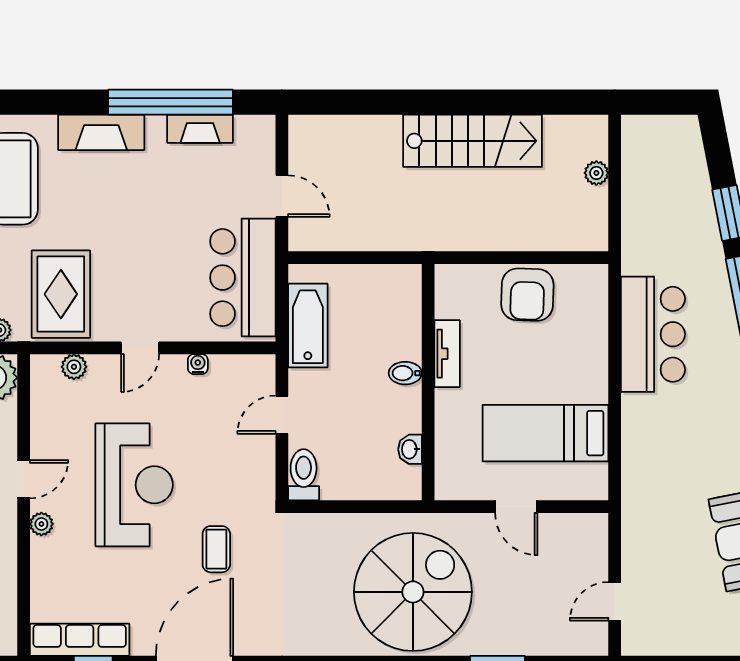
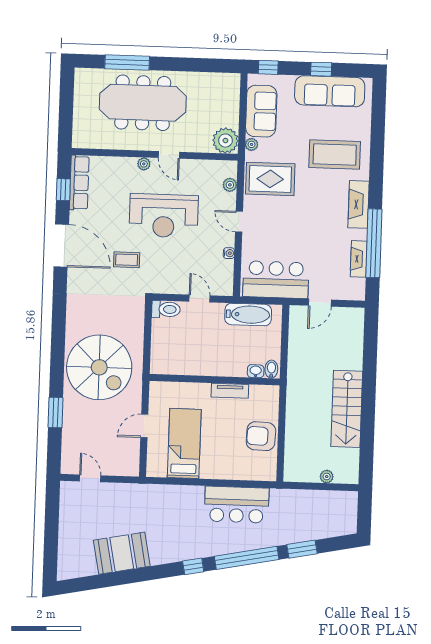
bidet: (405, 373) -> (271, 369), moved
washbasin: (410, 449) -> (256, 371), moved

